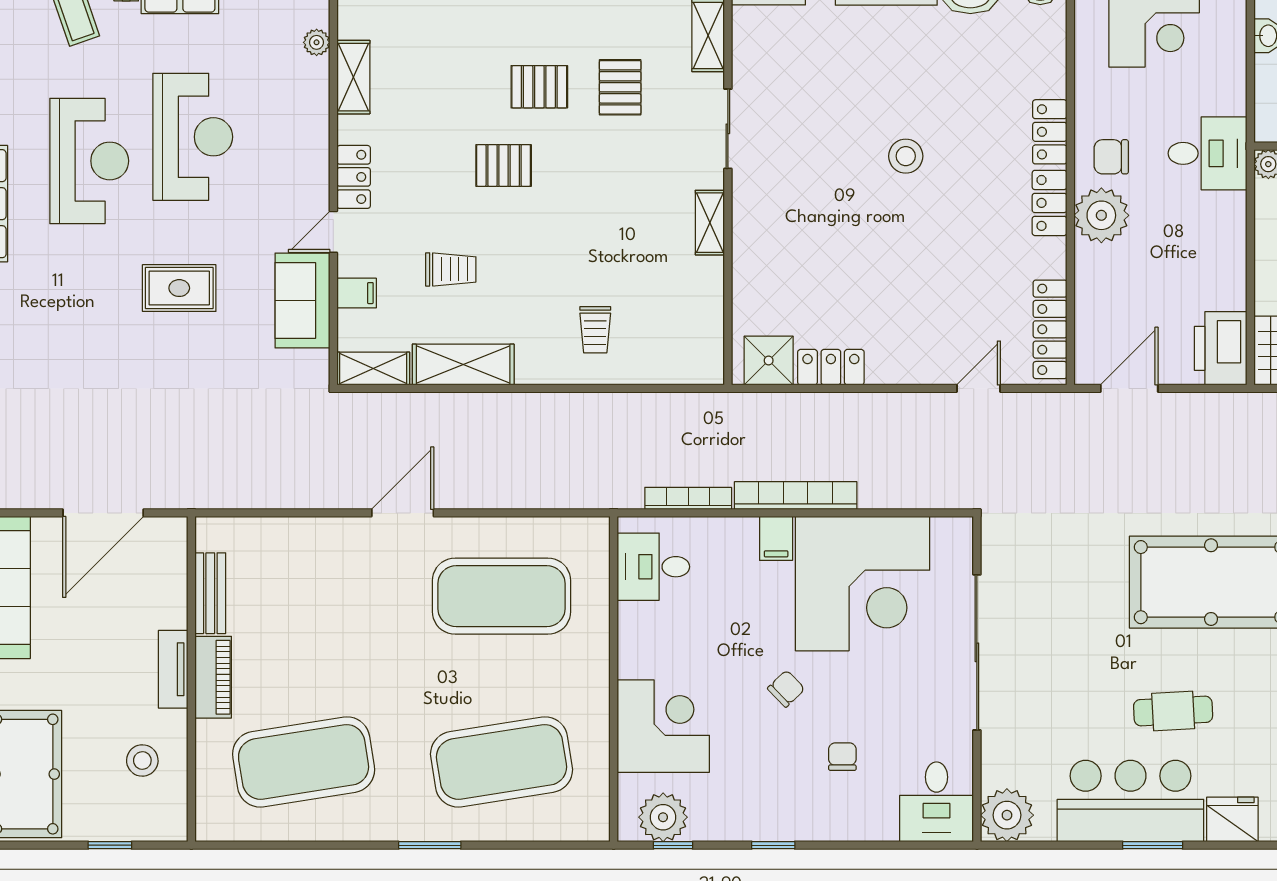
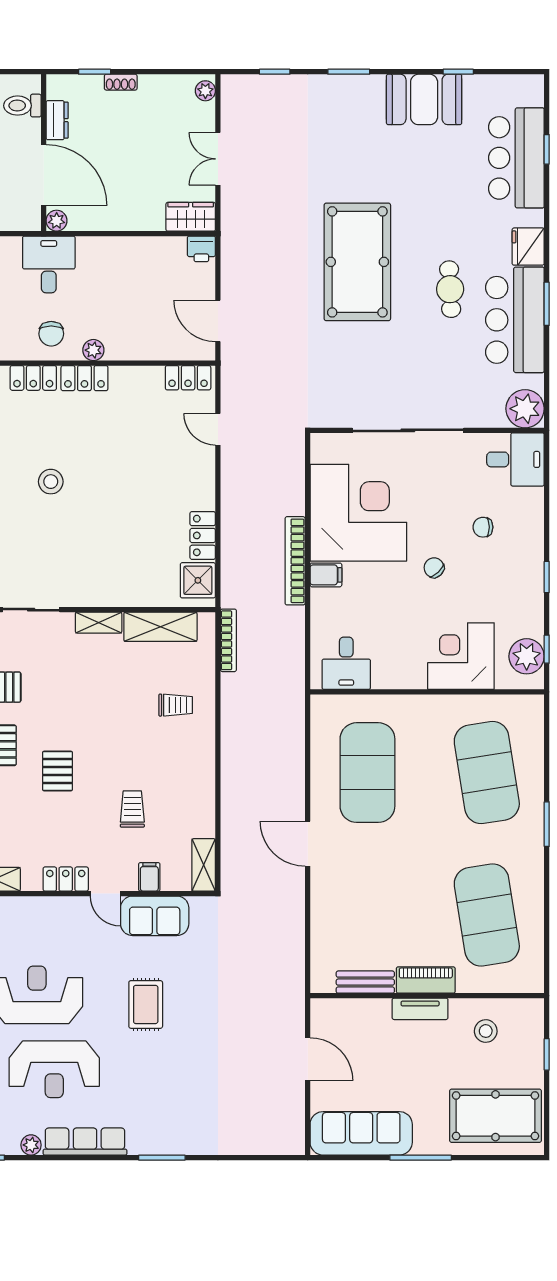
reception desk: (89, 161) -> (54, 1069), turned 180
plant: (1101, 215) -> (93, 350), width x0.53, depth x0.53
locker: (1050, 329) -> (188, 378), width x0.66
printer: (1221, 348) -> (201, 249), width x0.53, depth x0.68
shelving: (463, 365) -> (160, 627), moved, turned 90
bookcase: (688, 498) -> (228, 640), moved, turned 180
door: (103, 513) -> (308, 1059), width x0.73

